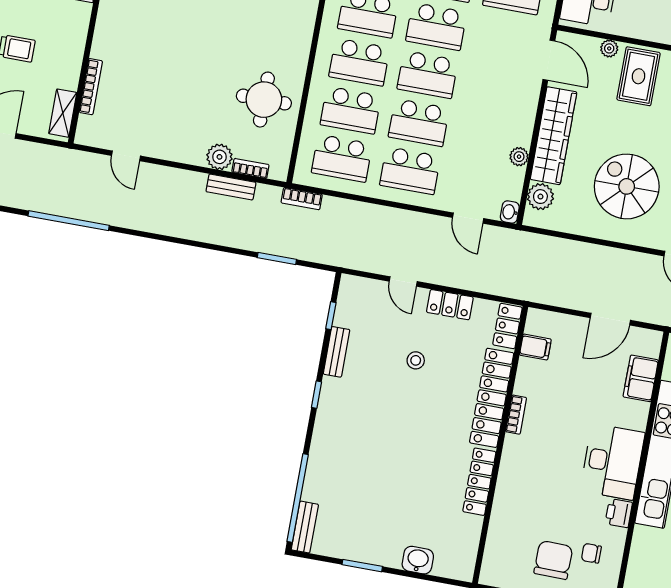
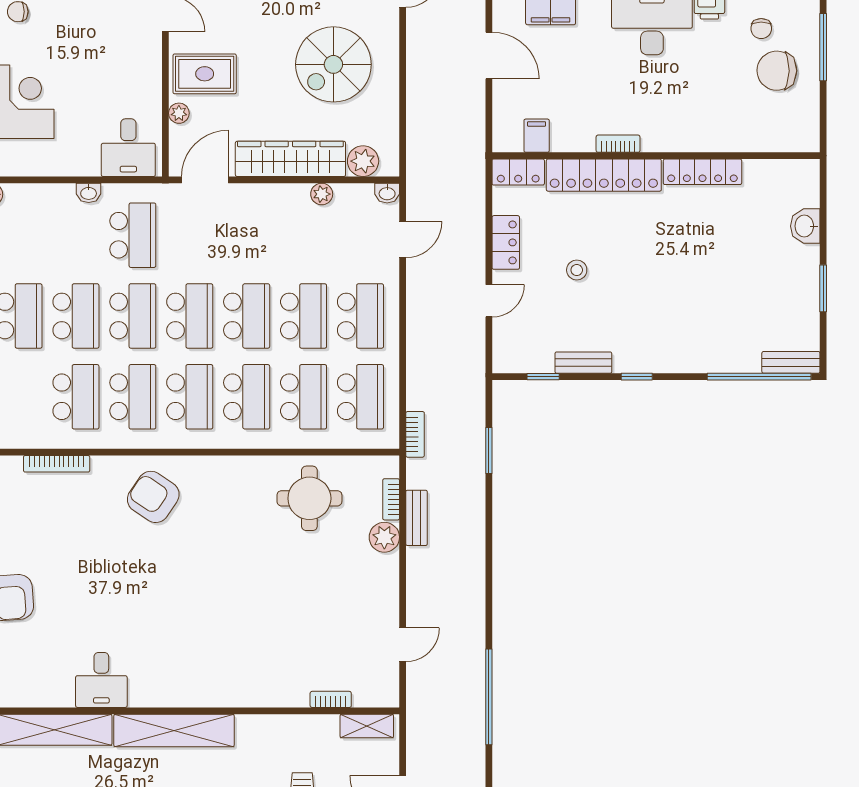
bookcase: (91, 87) -> (331, 699), width x0.64

